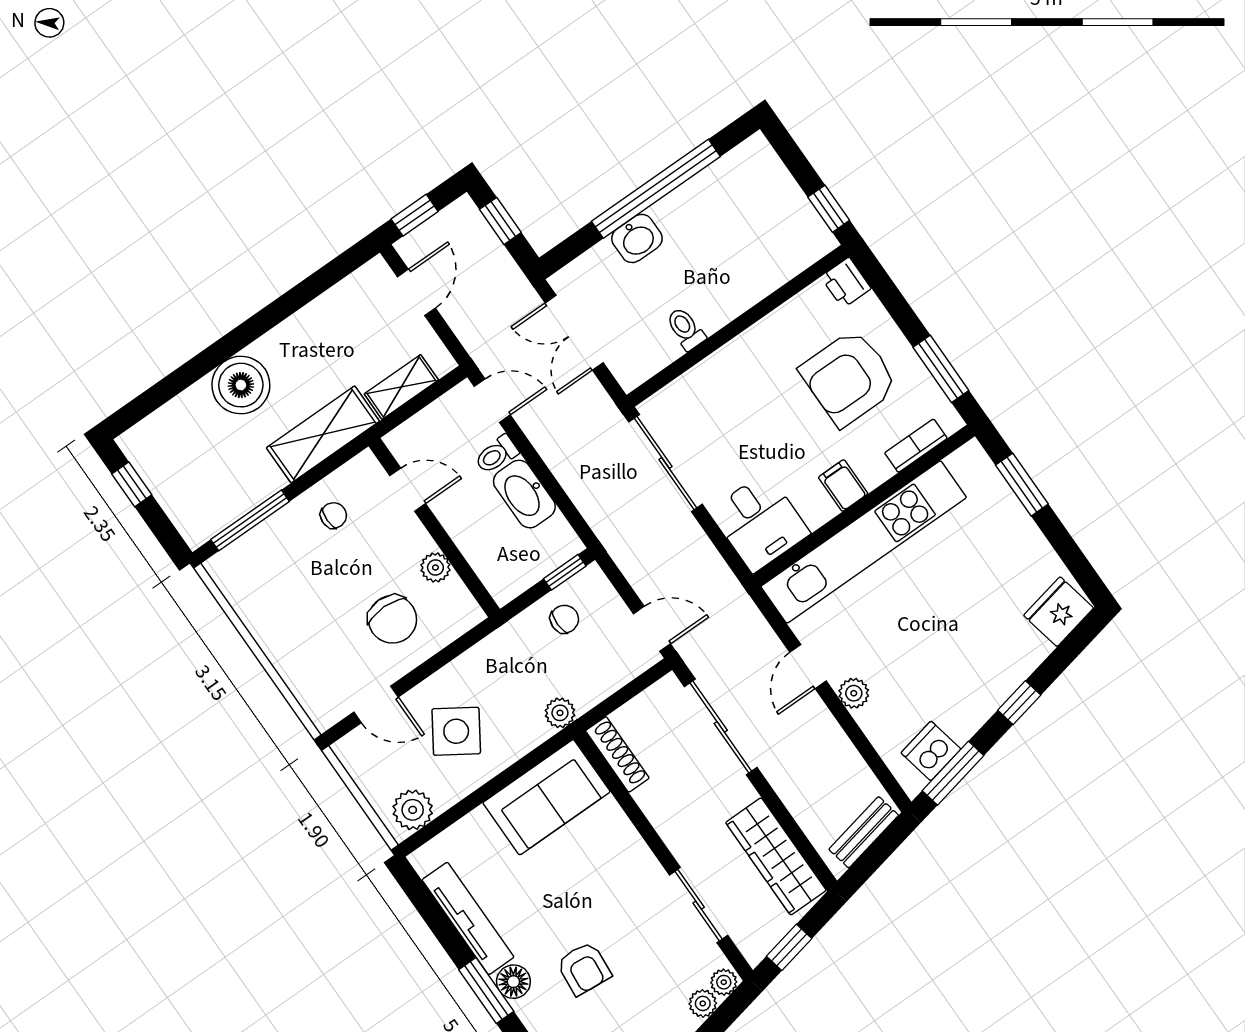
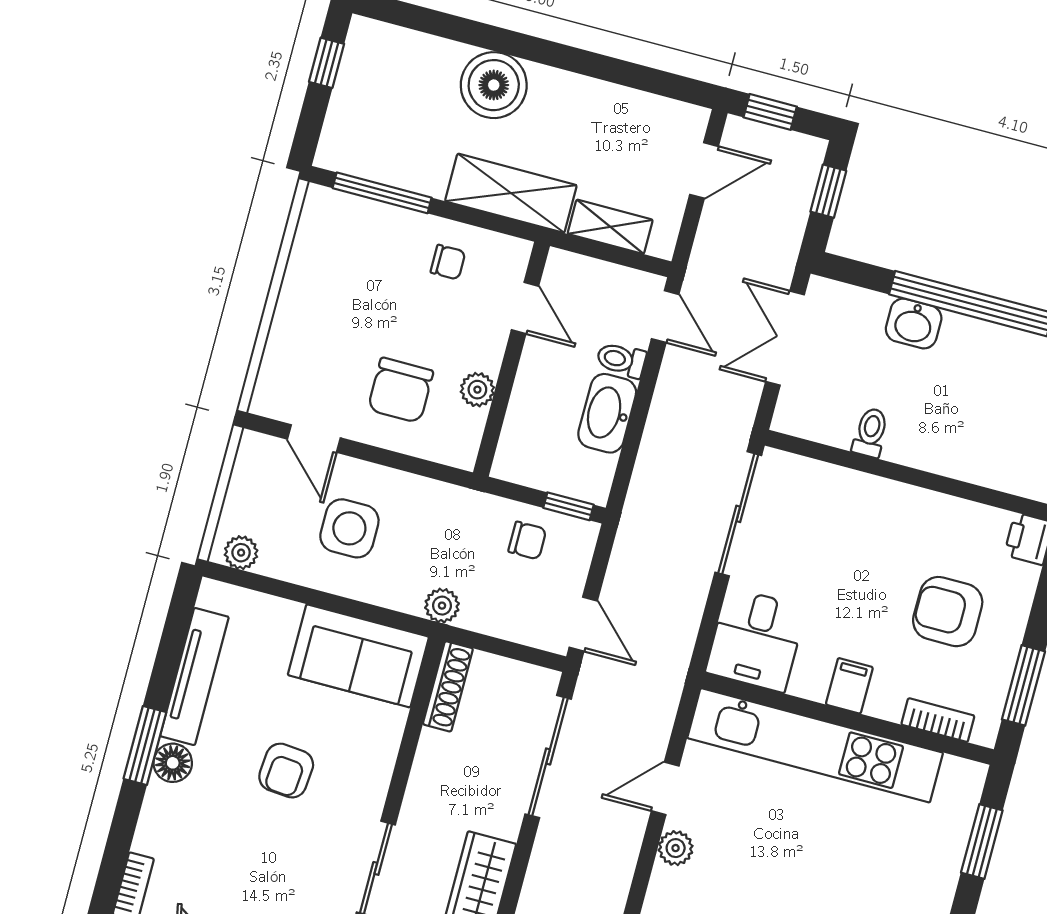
armchair: (849, 378) -> (948, 612), width x0.73, depth x0.73
side table: (456, 731) -> (349, 528), turned -33
plant: (413, 810) -> (241, 553), width x0.73, depth x0.73
armchair: (584, 968) -> (286, 771), moved

